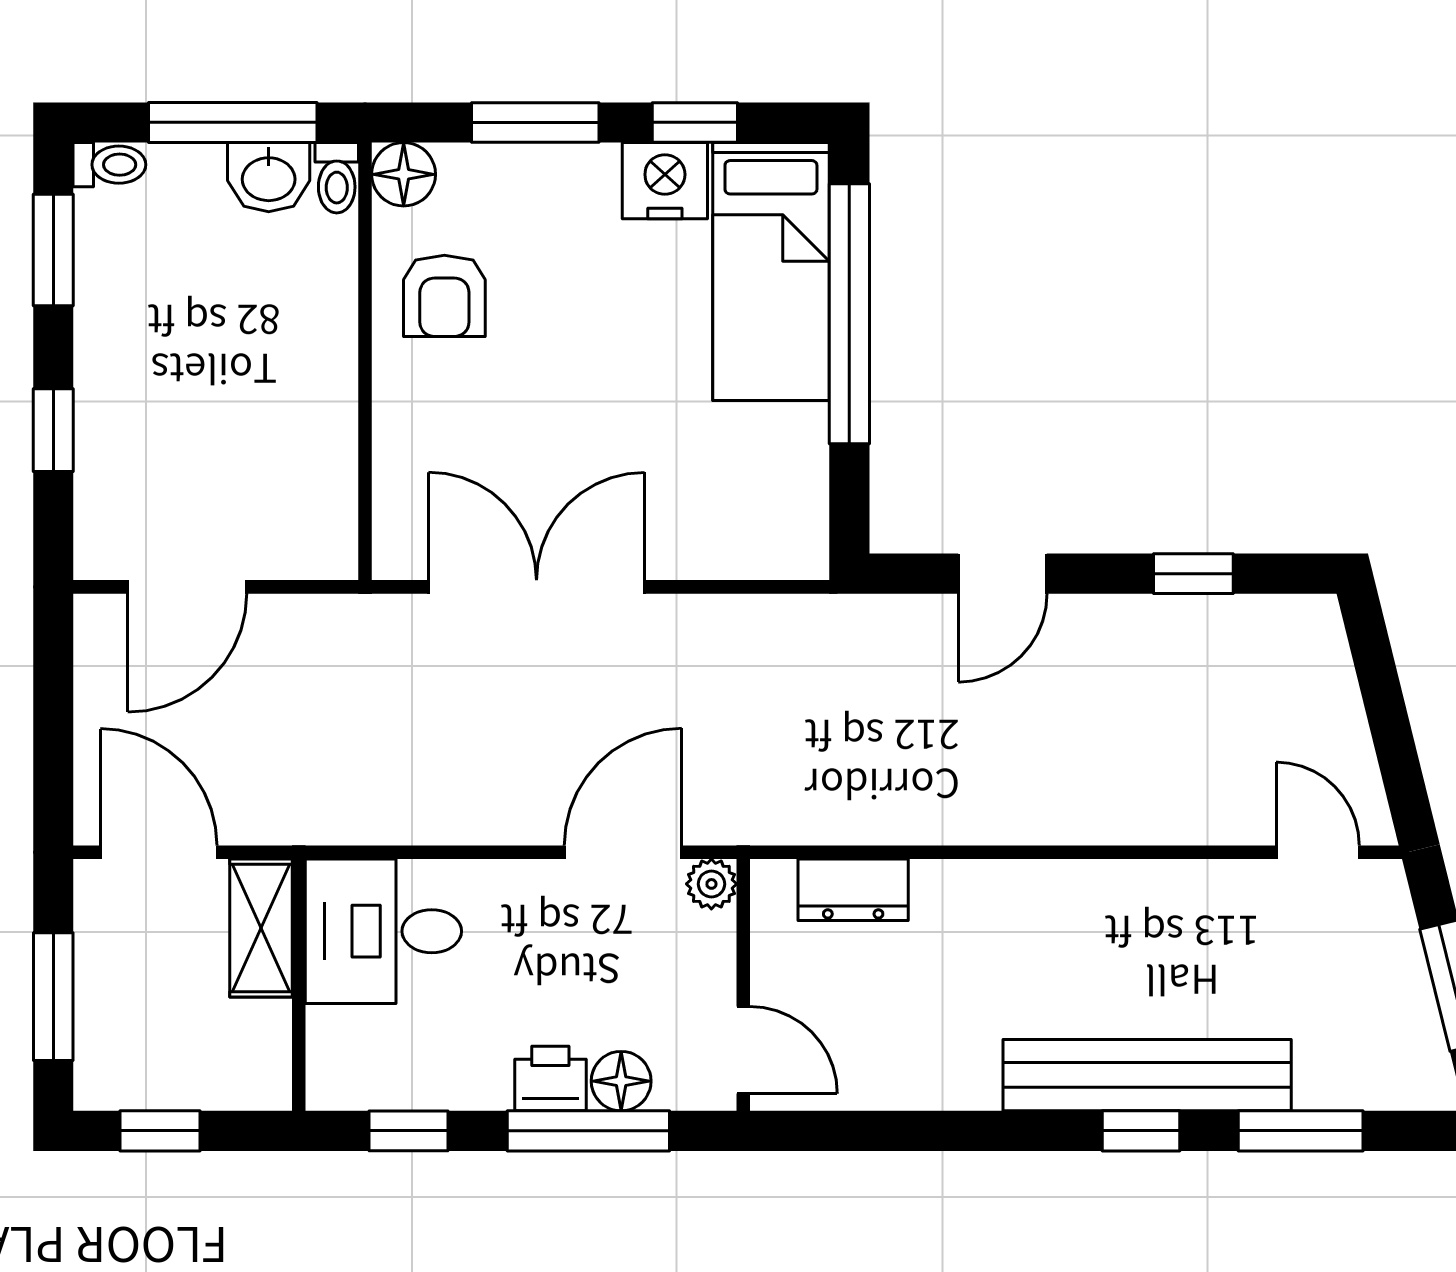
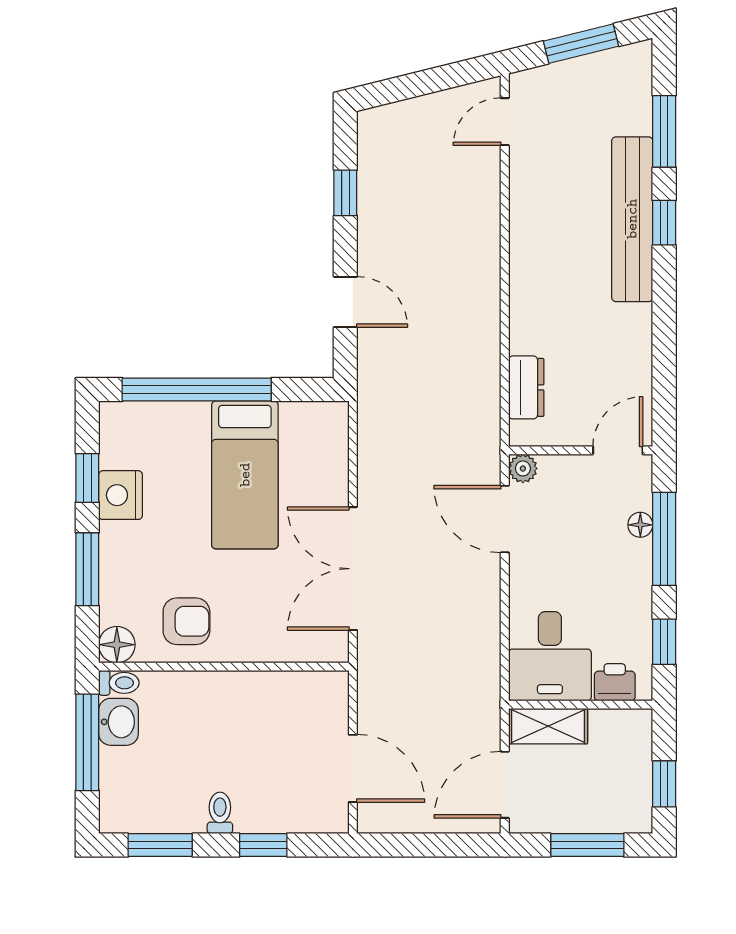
toilet: (109, 165) -> (220, 813), moved
bed: (771, 272) -> (245, 475), moved, turned 90
printer: (550, 1079) -> (615, 682), moved, turned 90
floor lamp: (621, 1081) -> (640, 525), width x0.73, depth x0.73

